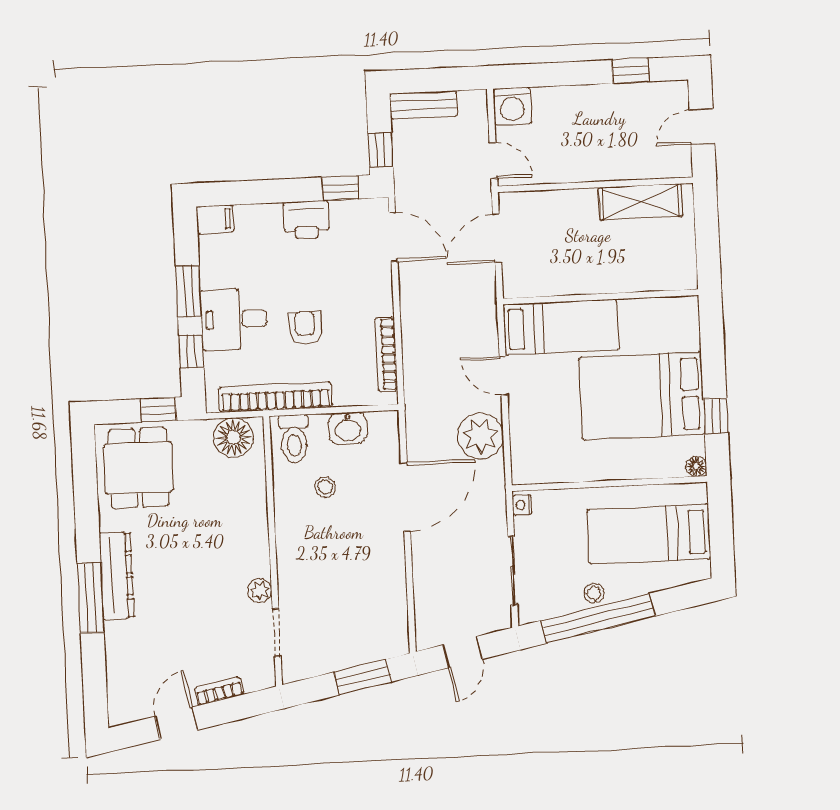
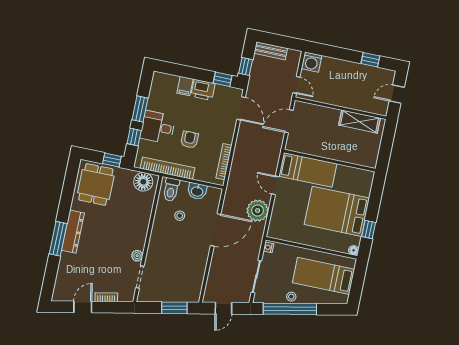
filing cabinet: (215, 219) -> (185, 86), moved, turned 90

